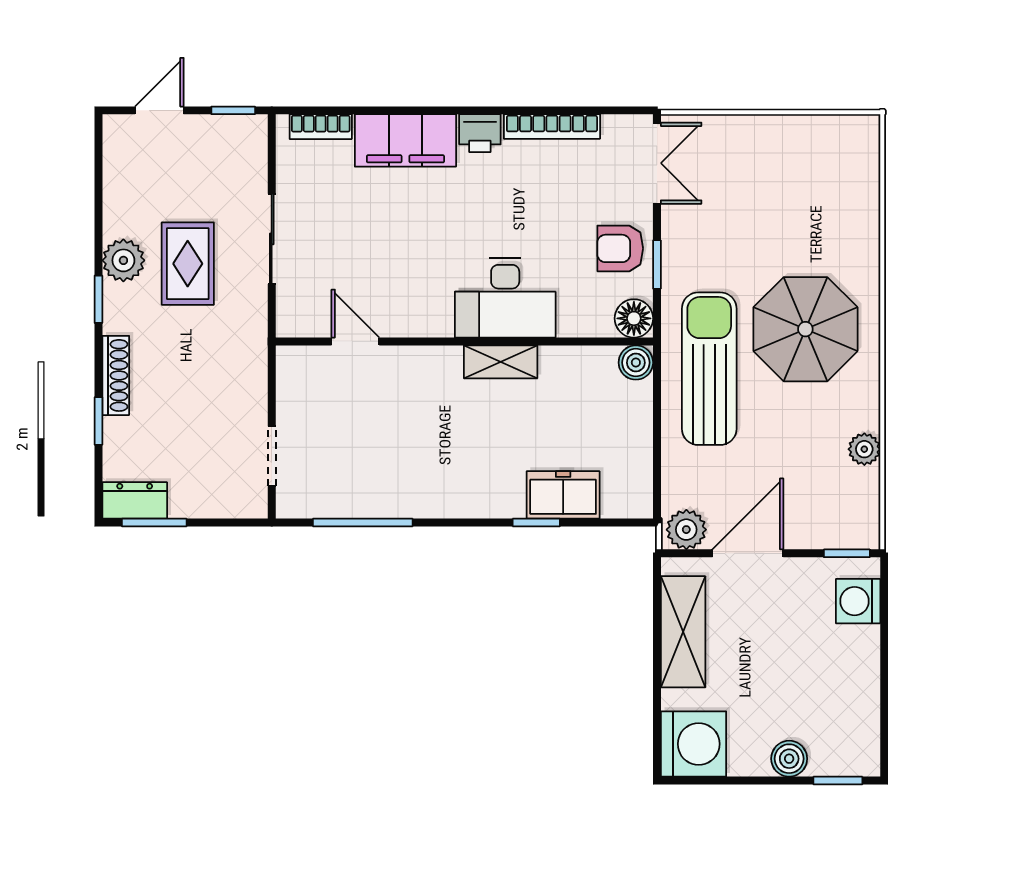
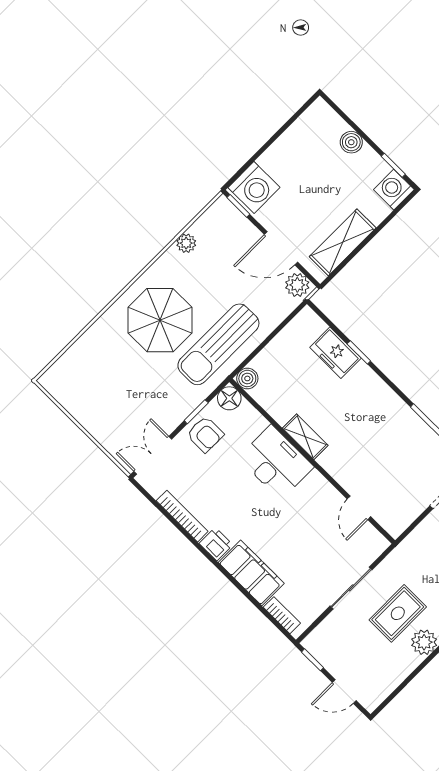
washing machine: (858, 601) -> (254, 188), width x1.37, depth x1.37
washing machine: (693, 744) -> (394, 190), width x0.73, depth x0.73
window: (838, 781) -> (393, 165), moved

